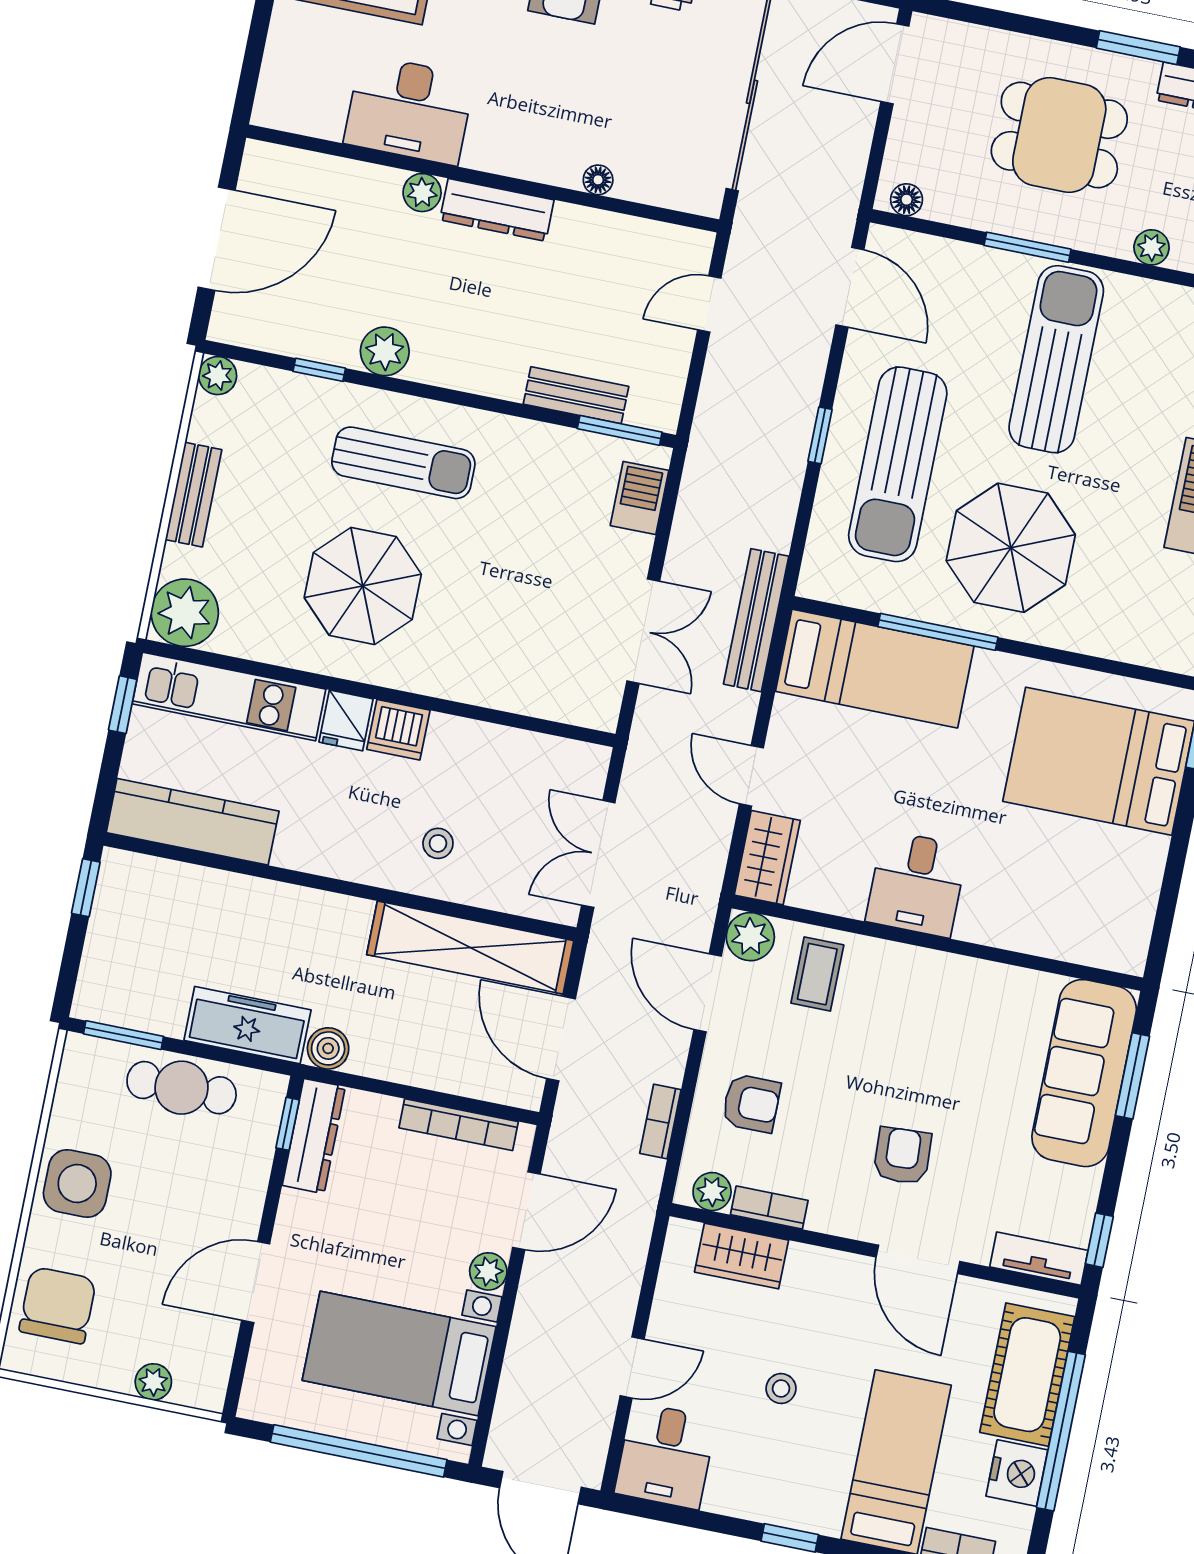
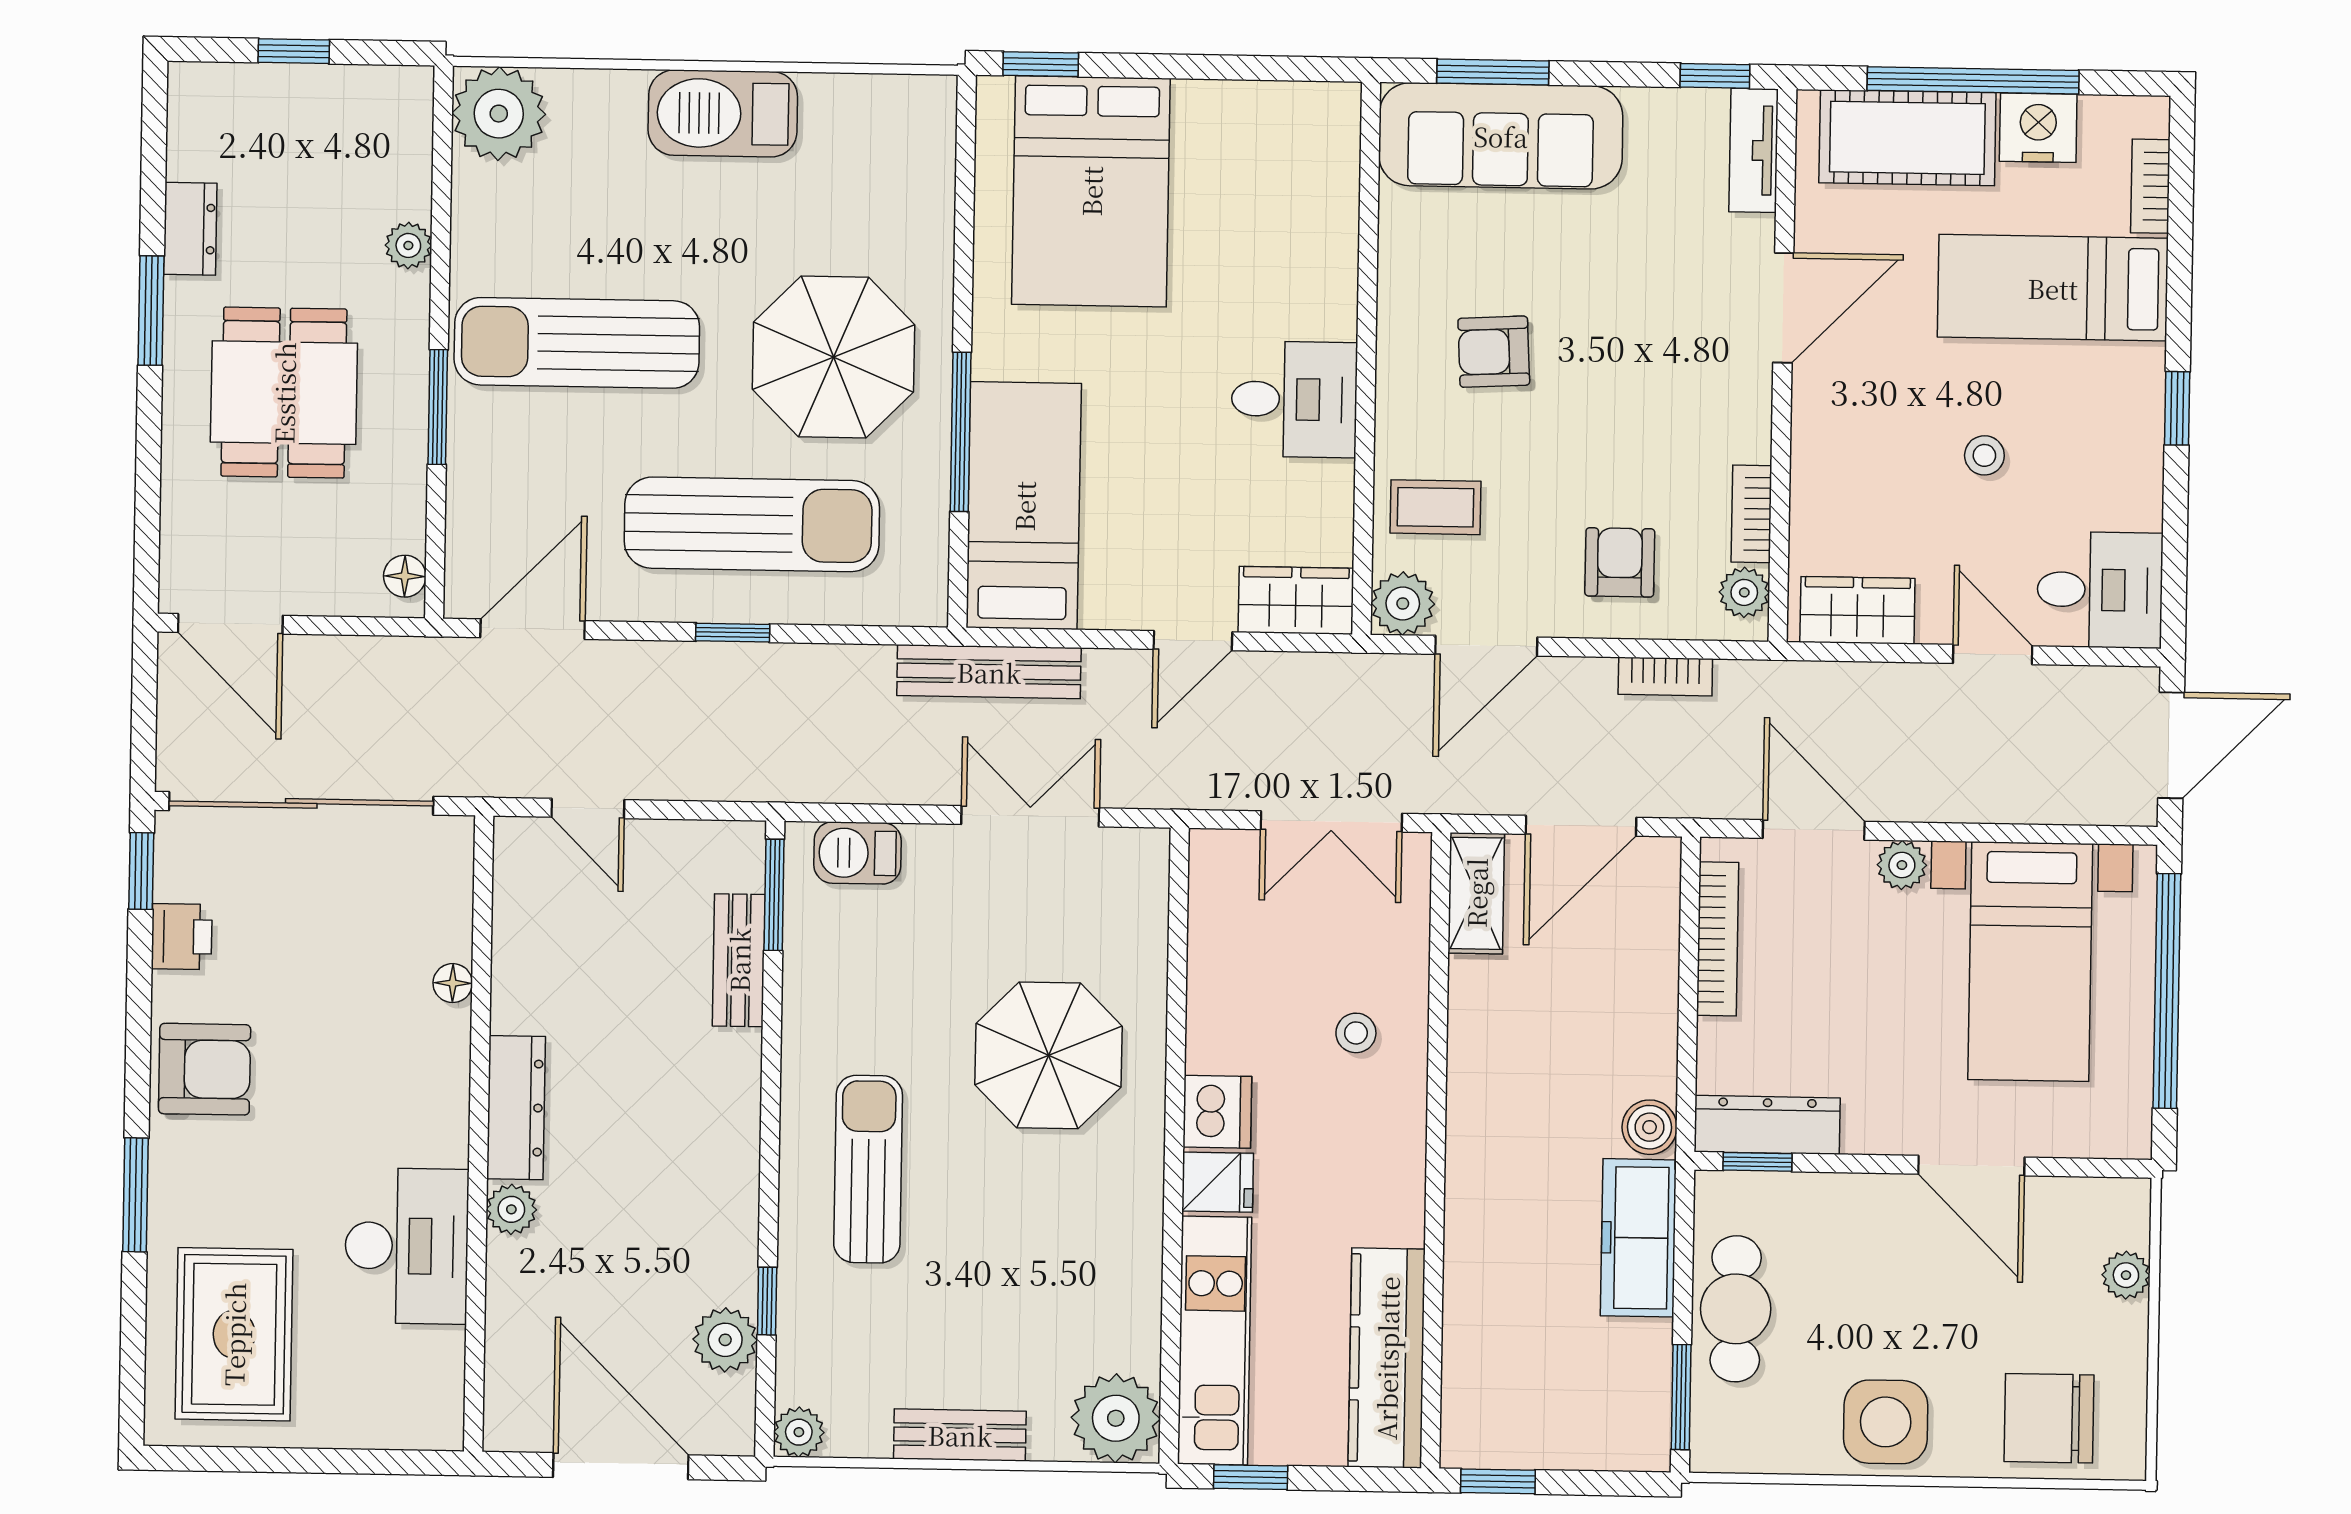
plant: (385, 351) -> (725, 1340), moved
parasol: (363, 586) -> (1048, 1055), moved
shelving: (470, 948) -> (1476, 893), width x0.45, depth x0.75
armchair: (902, 1156) -> (1494, 352), moved
wardrobe: (742, 1256) -> (1857, 610), moved, turned -90

